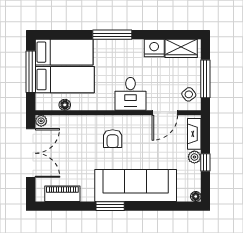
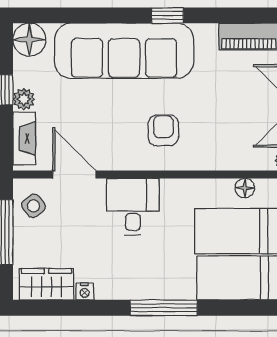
nightstand: (154, 48) -> (85, 292), width x0.53, depth x0.56
door: (165, 113) -> (74, 175), hinge flipped
floor lamp: (196, 196) -> (29, 40), width x1.89, depth x1.89
window: (110, 206) -> (167, 15), width x0.67

